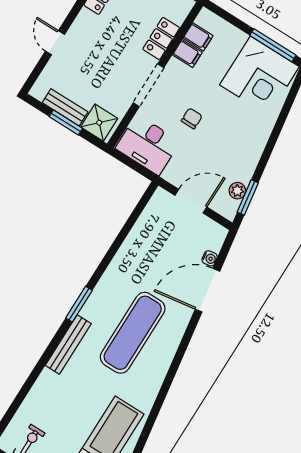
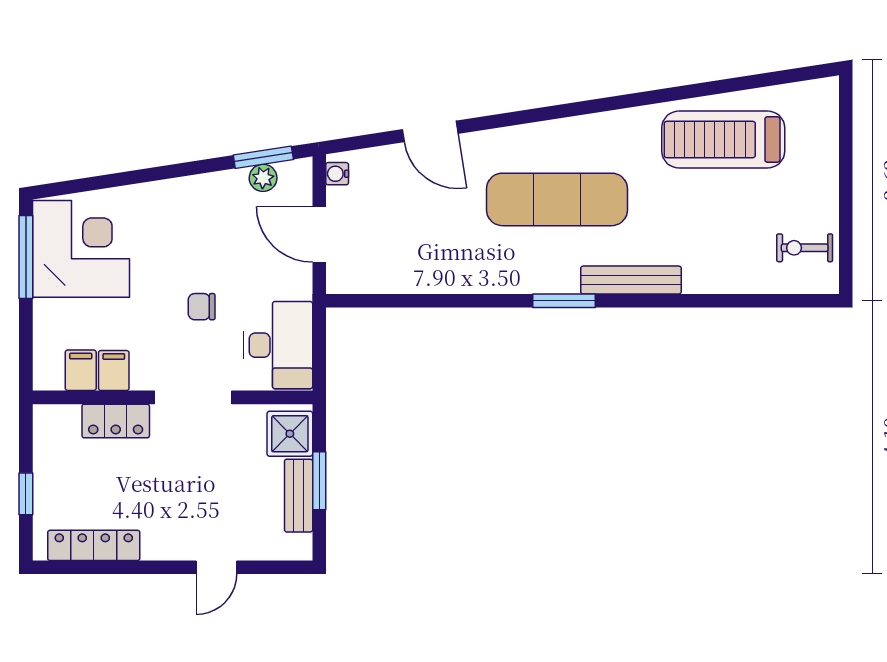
water cooler: (210, 258) -> (337, 174), moved, turned -81
door: (208, 290) -> (430, 131), width x0.73

